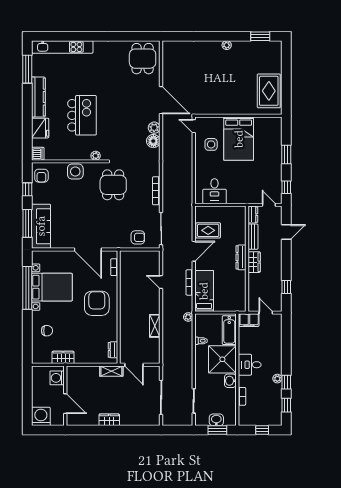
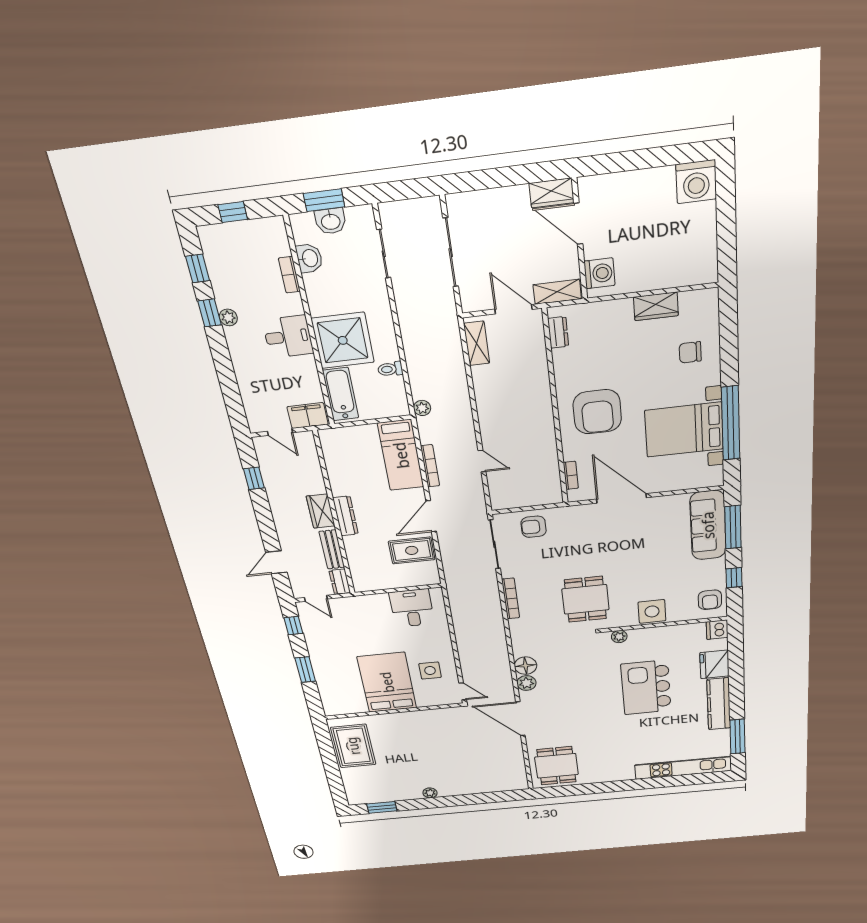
armchair: (41, 176) -> (710, 600), turned 180
shelving: (155, 326) -> (477, 343), moved
washing machine: (57, 378) -> (599, 273), moved
washbasin: (230, 381) -> (309, 258), moved
wall: (65, 396) -> (580, 240), moved
door: (65, 404) -> (578, 224), moved

